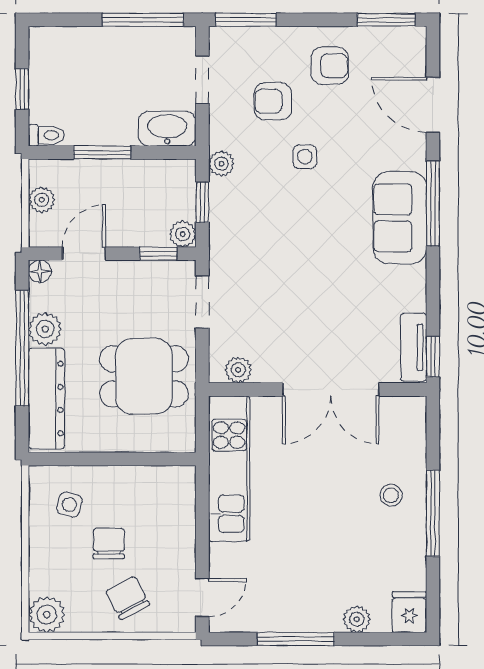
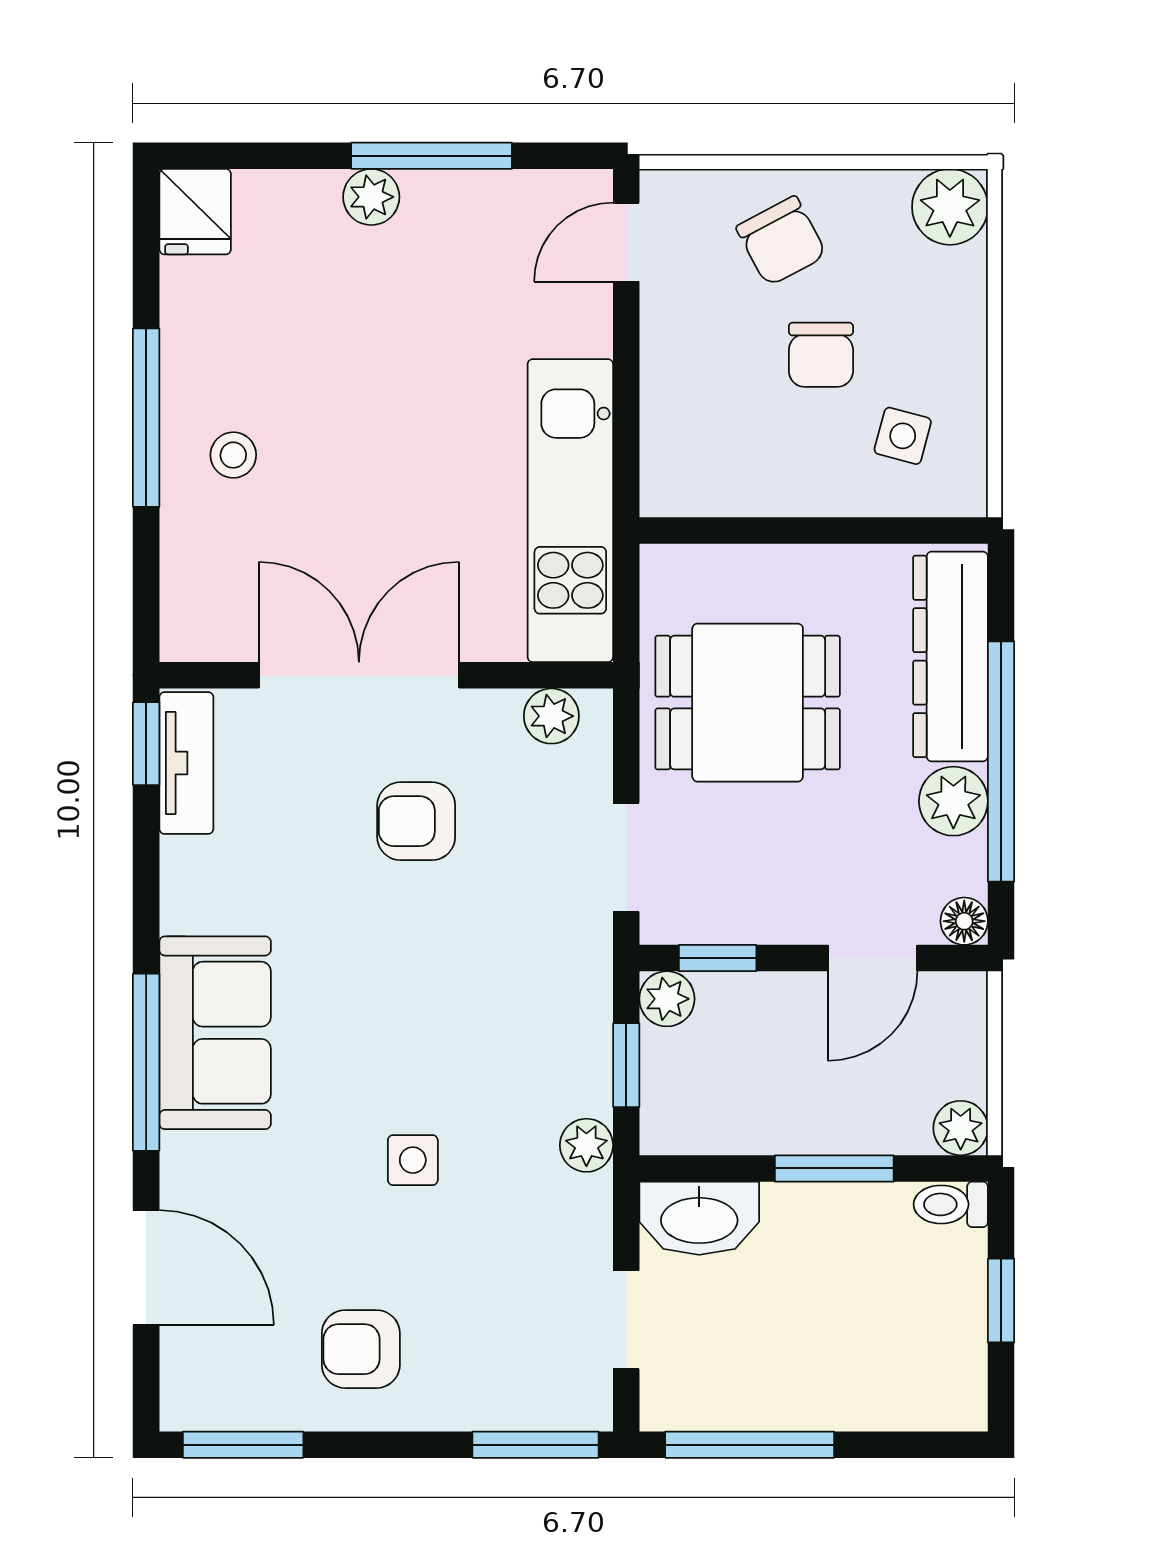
armchair: (273, 101) -> (416, 821), moved, turned 180
plant: (42, 200) -> (961, 1128), moved
plant: (357, 619) -> (371, 197), moved

